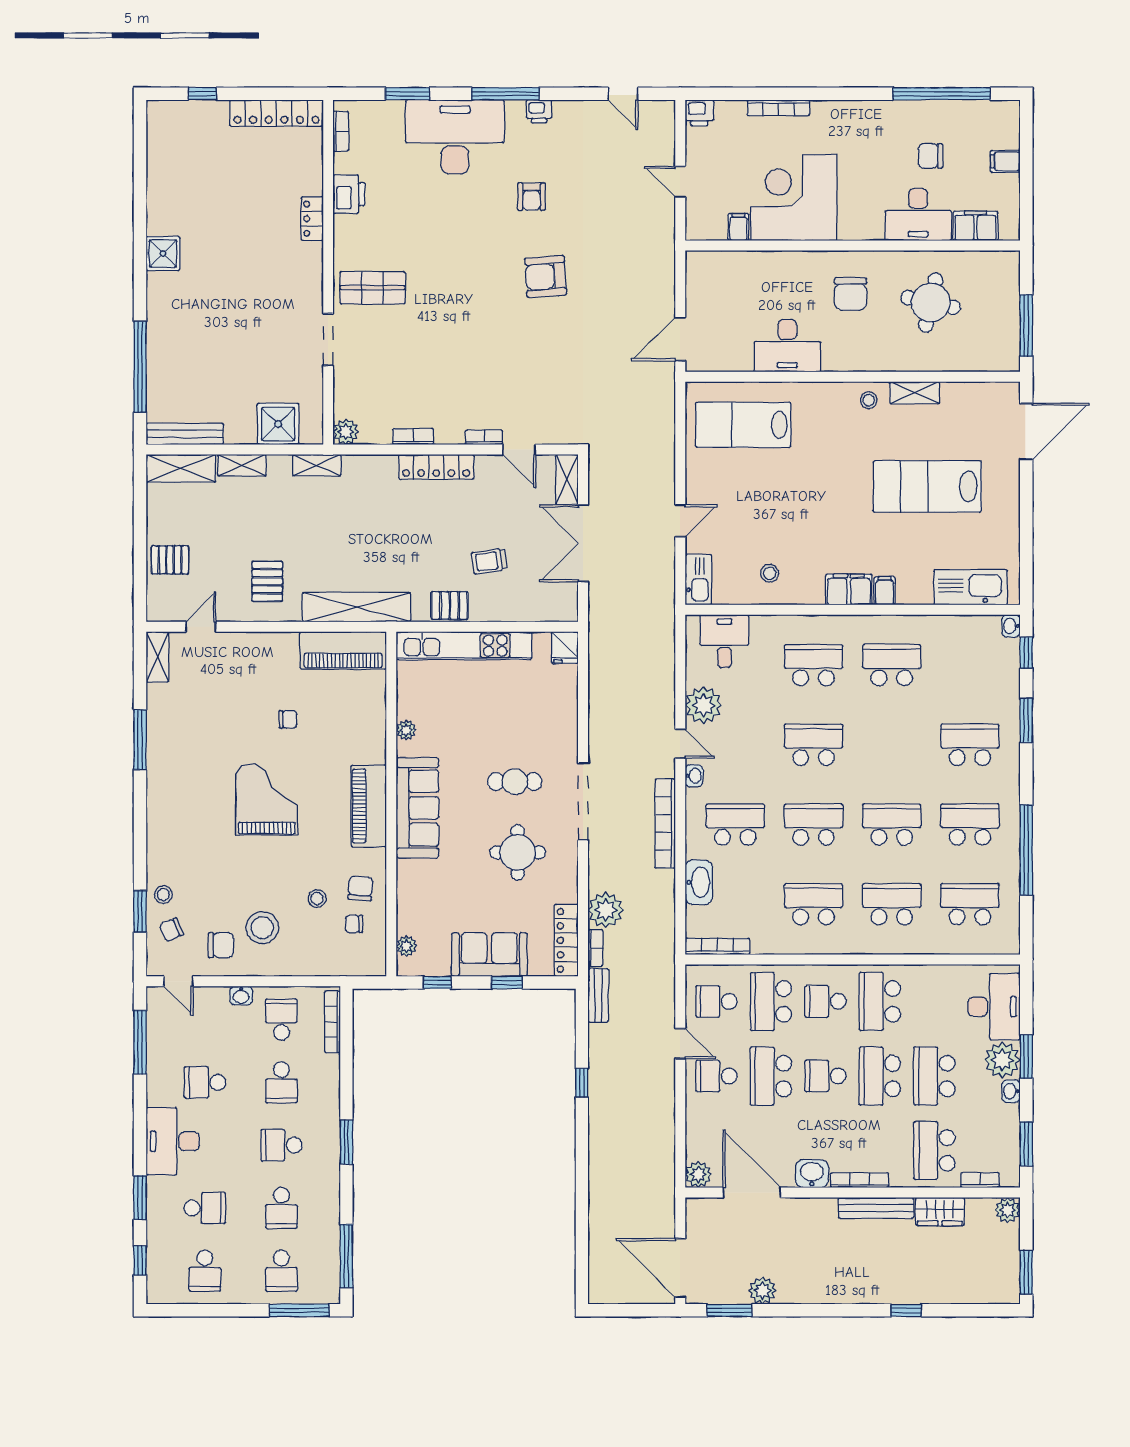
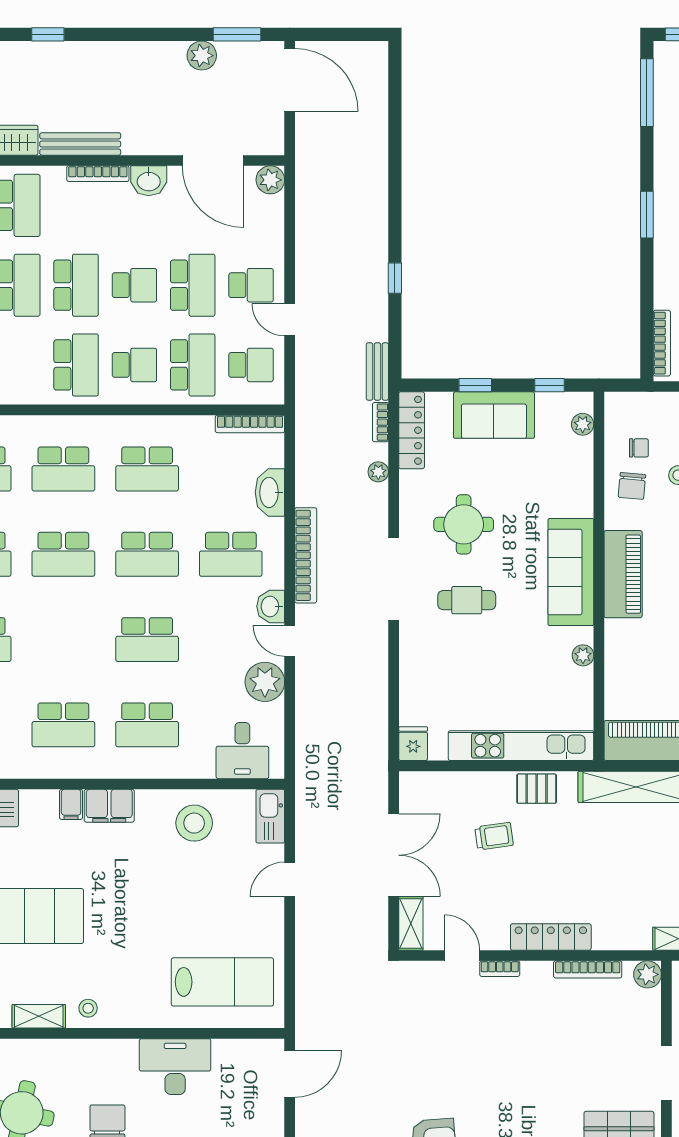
bookcase: (413, 437) -> (588, 969), width x1.56
stool: (770, 573) -> (194, 823), width x1.89, depth x1.89
washbasin: (694, 776) -> (271, 606), width x1.38, depth x1.45
plant: (606, 910) -> (378, 472), width x0.53, depth x0.53

